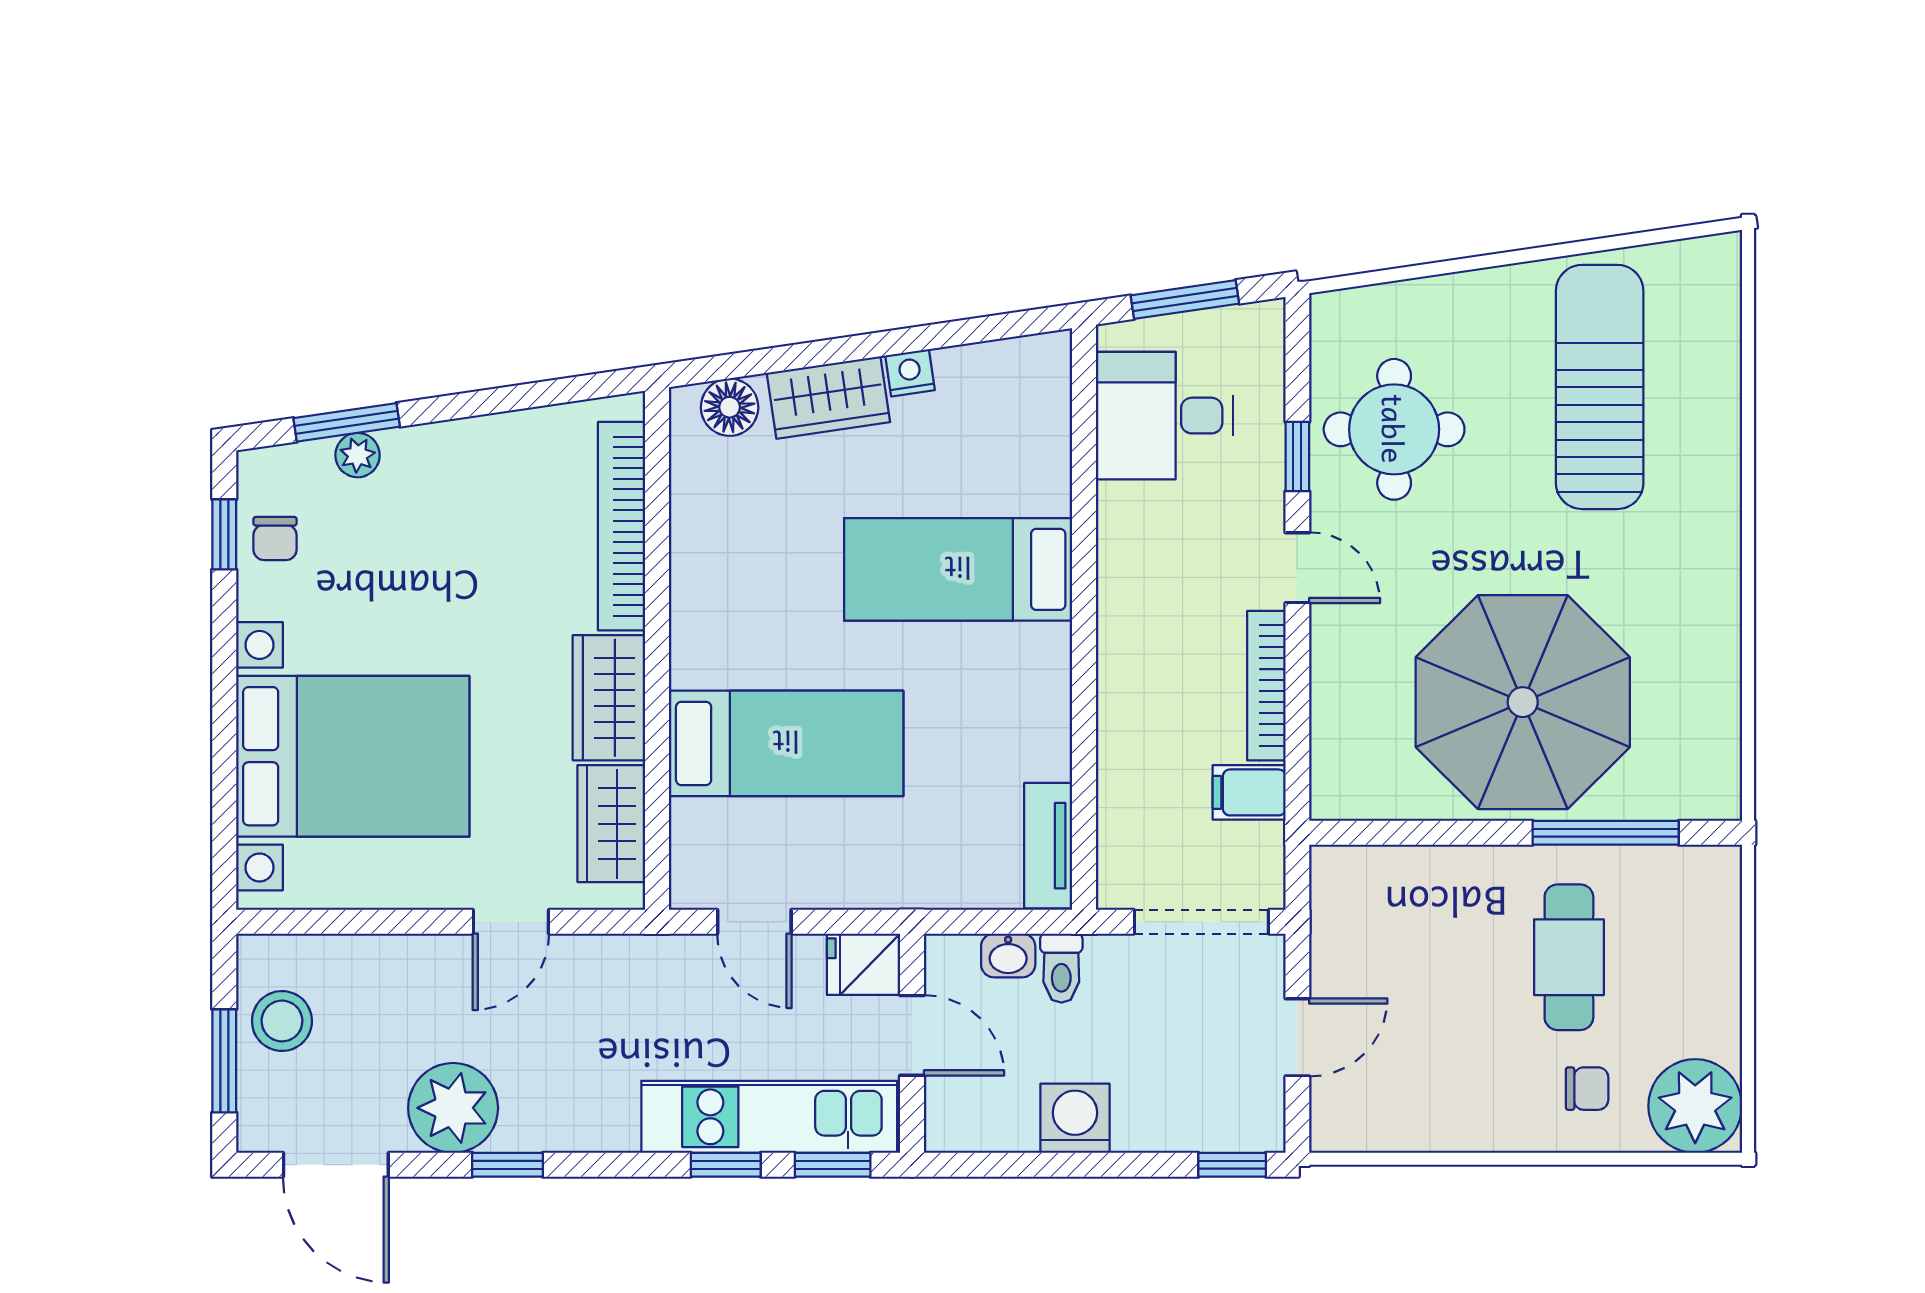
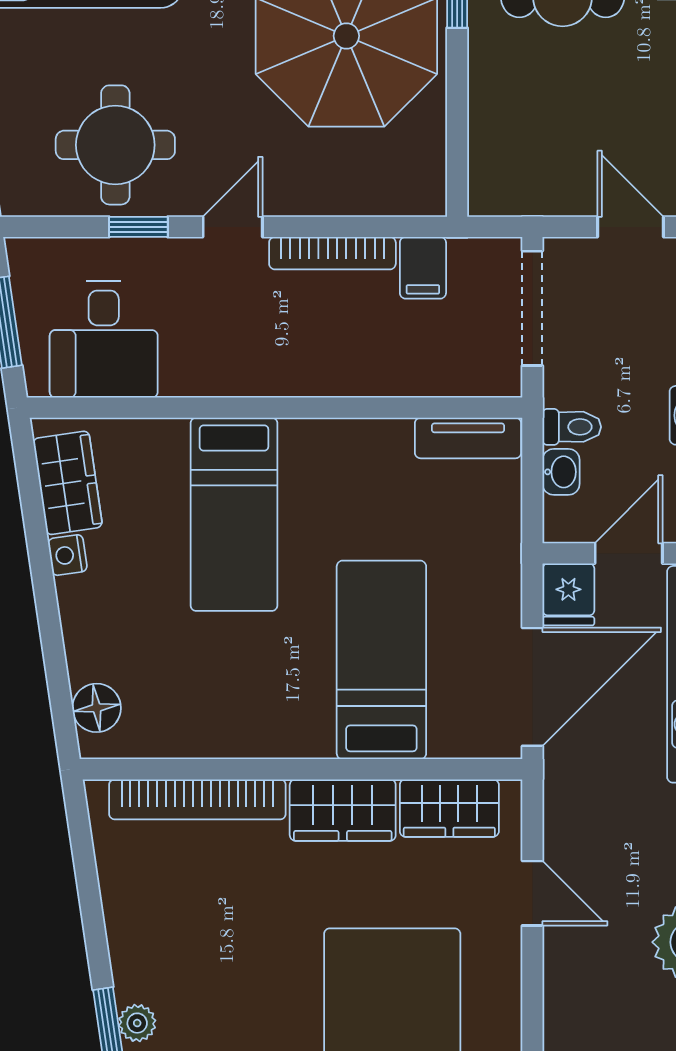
wardrobe: (828, 397) -> (68, 483), moved
door: (754, 922) -> (532, 687), width x1.88

